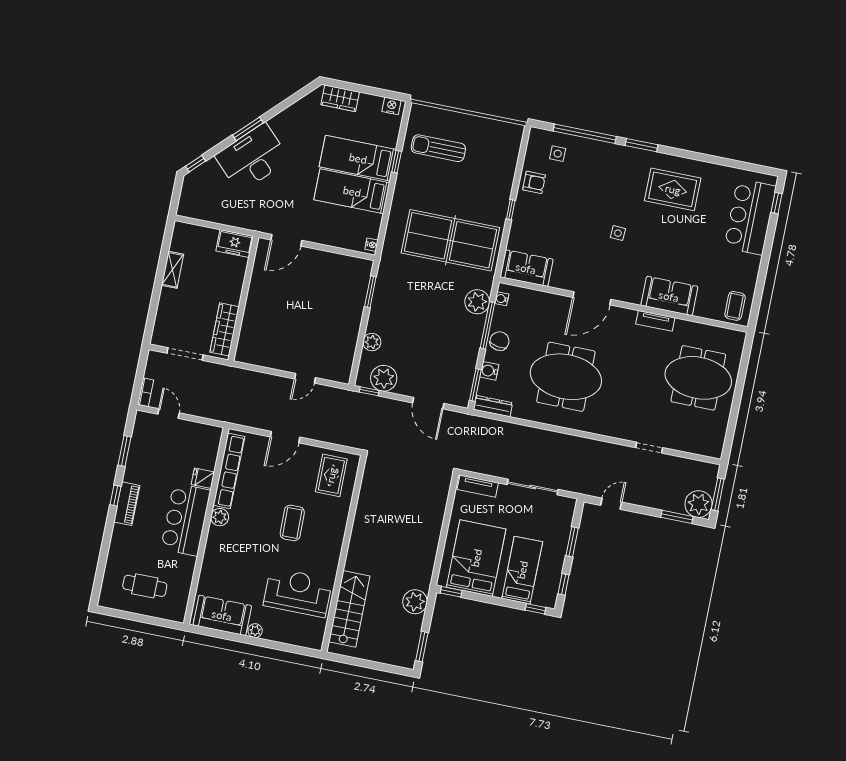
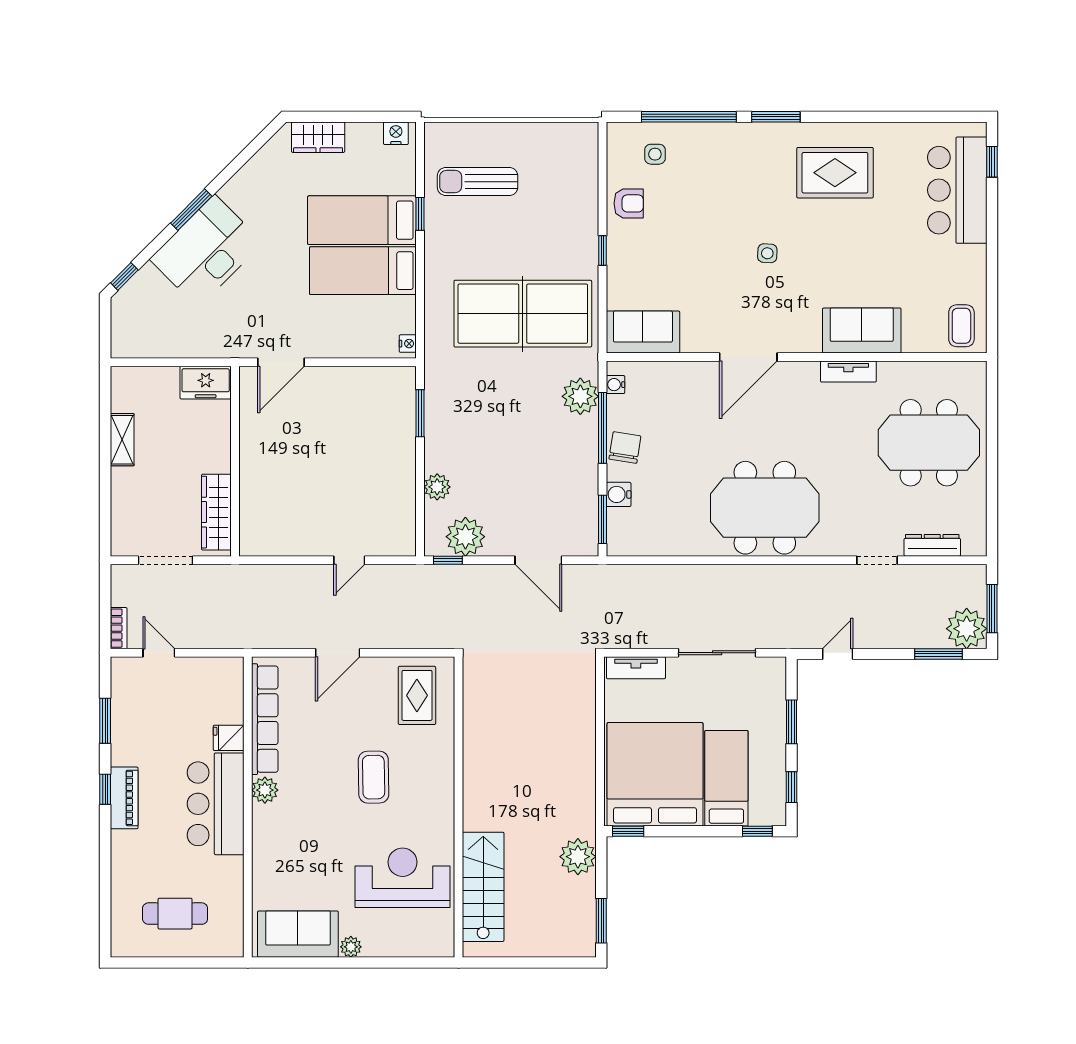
meeting table: (566, 377) -> (765, 508), moved
dresser: (493, 406) -> (932, 545), moved
bed: (476, 558) -> (655, 774), width x1.36

